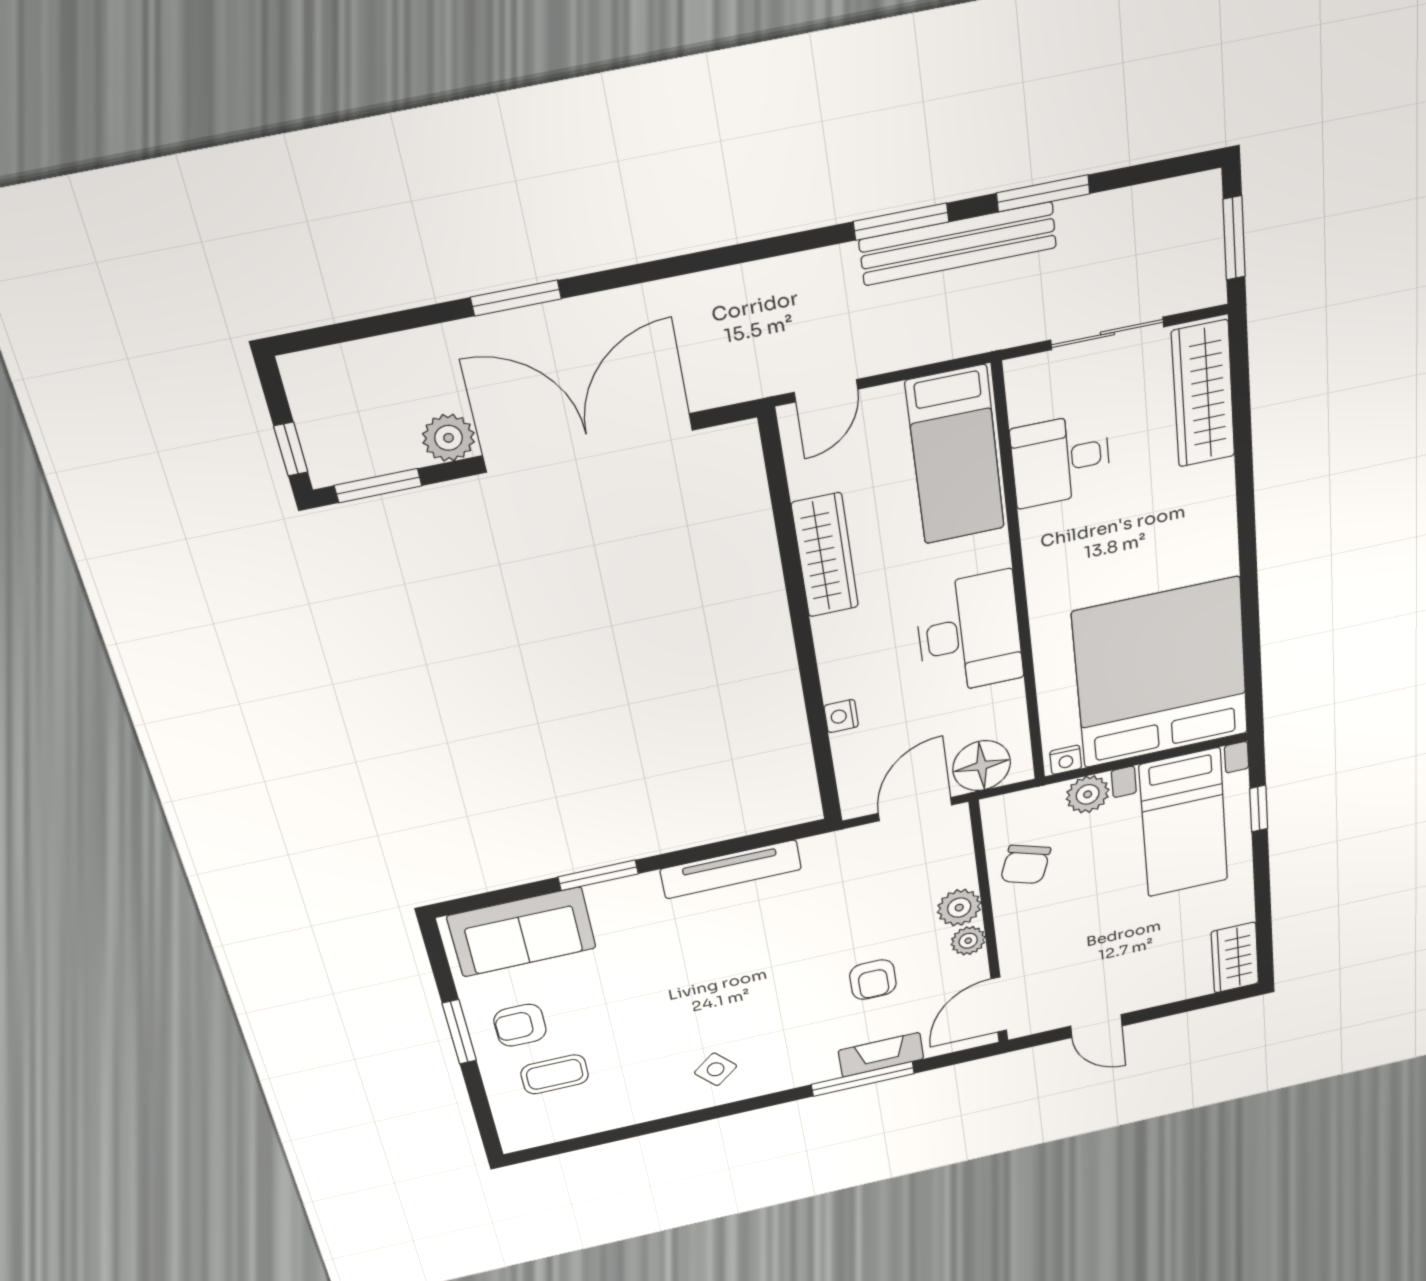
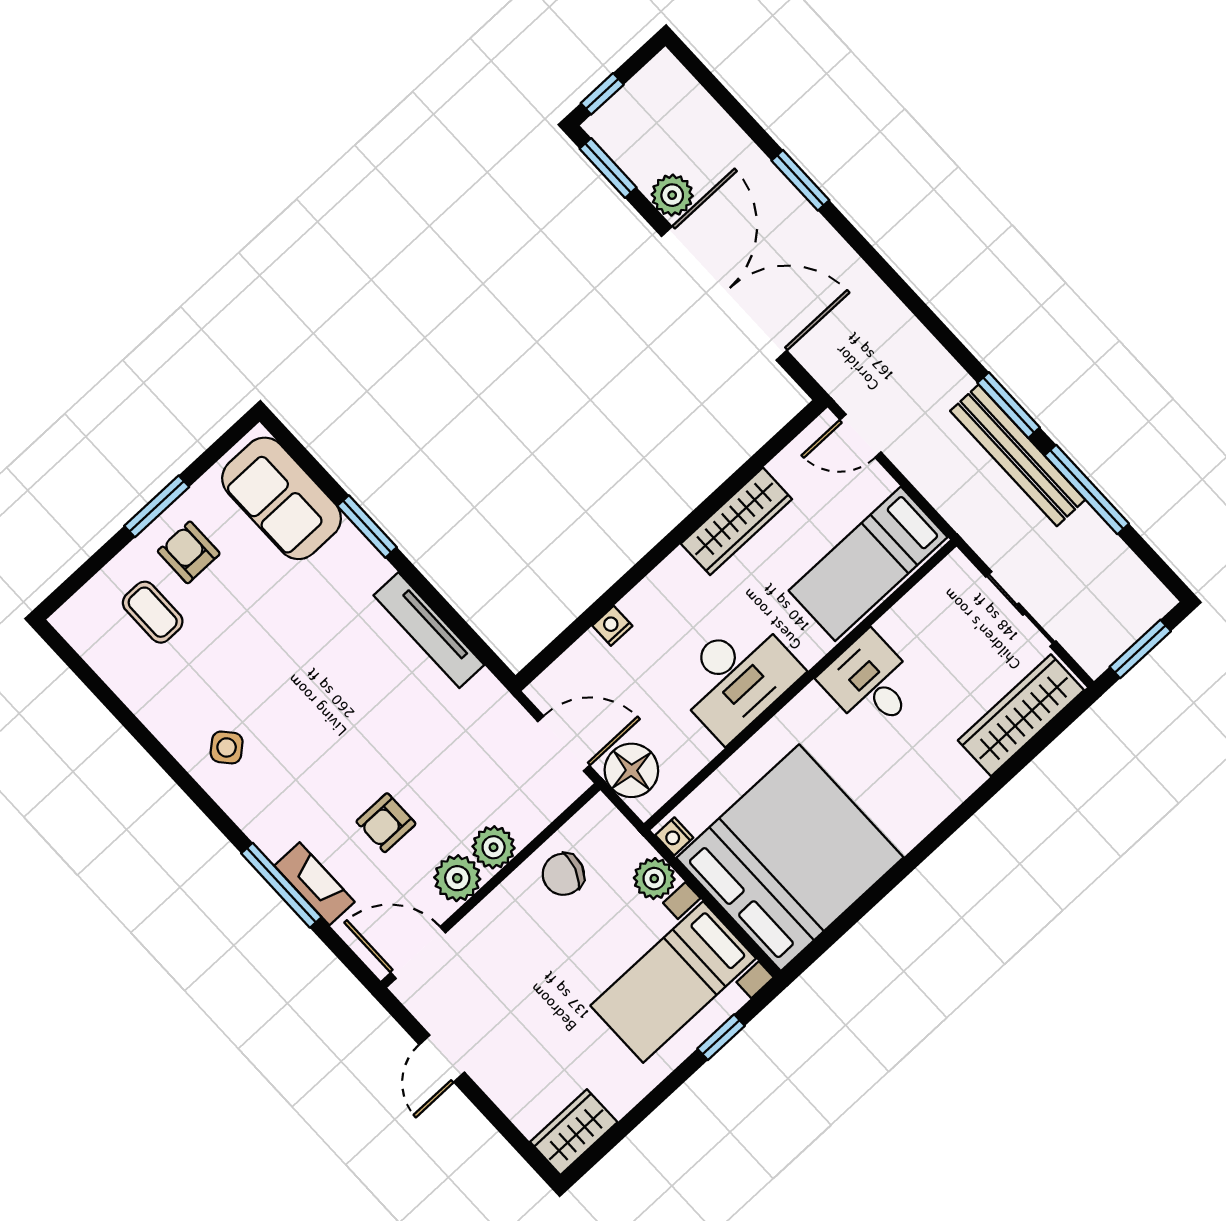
window: (1043, 193) -> (1087, 490), width x1.44
desk: (1061, 460) -> (870, 683), moved
plant: (968, 941) -> (457, 878), width x1.38, depth x1.38

